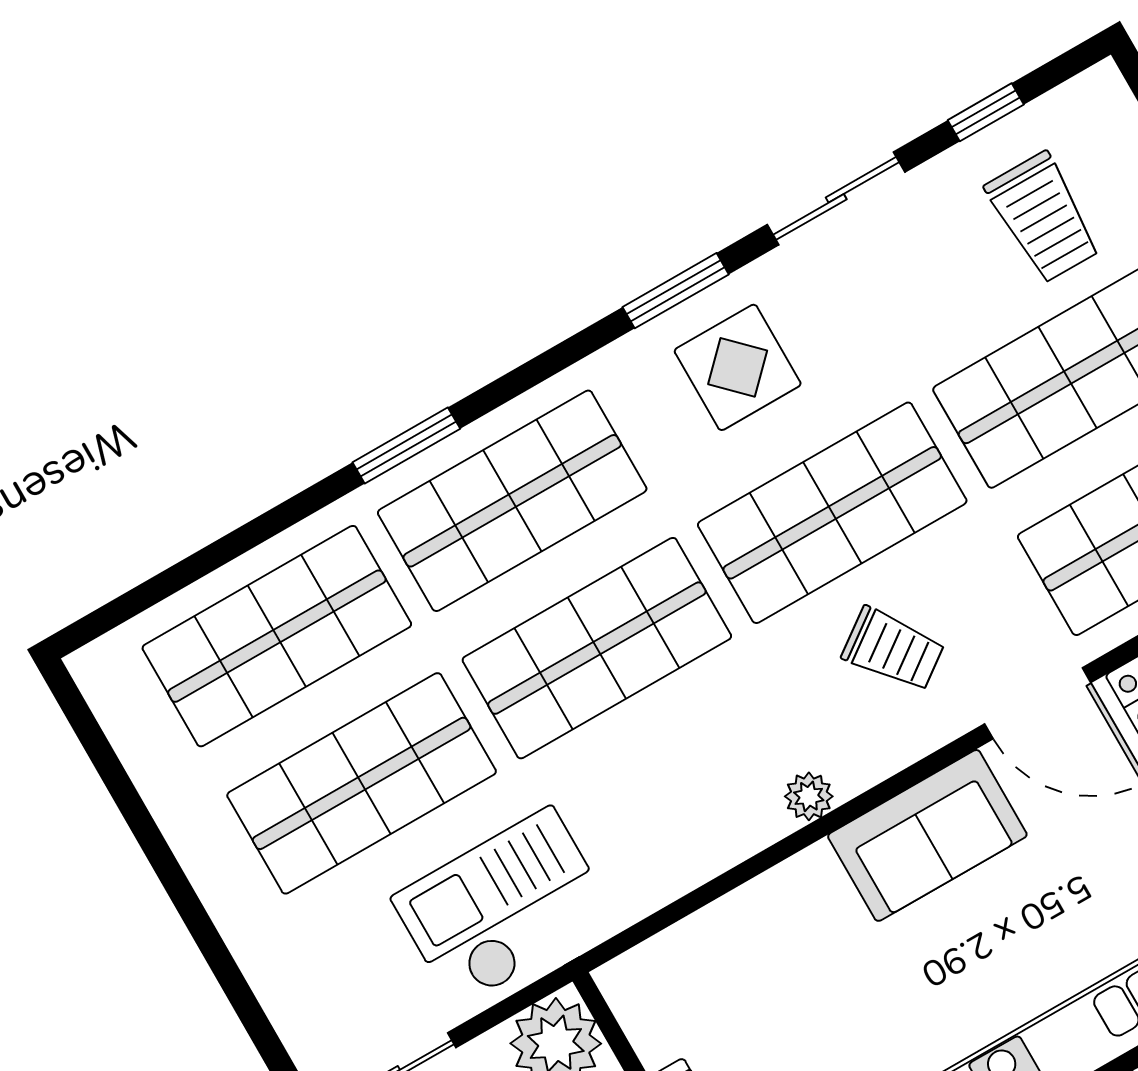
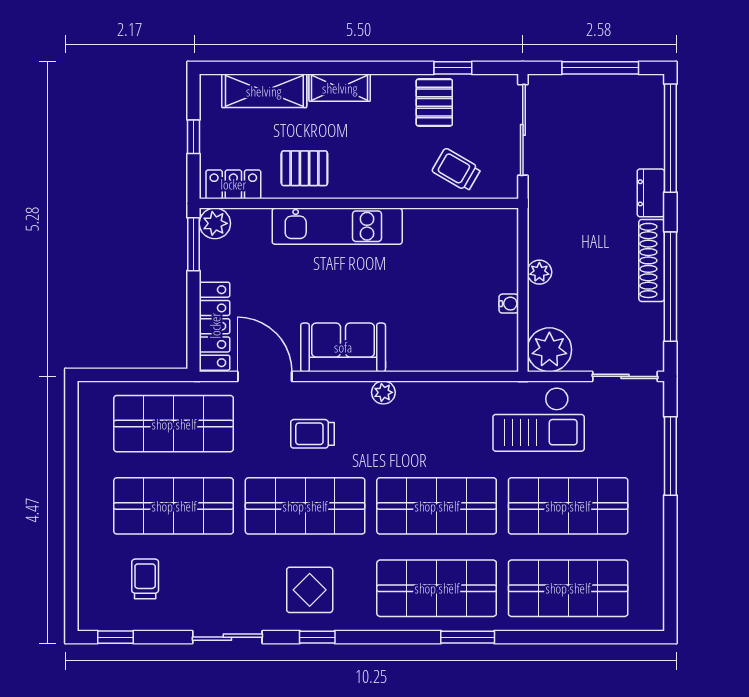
window: (986, 112) -> (115, 637), moved
trolley: (1043, 218) -> (145, 579), width x0.73, depth x0.72
window: (676, 291) -> (317, 637), width x0.67
trolley: (893, 649) -> (312, 434), turned -54
window: (230, 978) -> (670, 456), added

